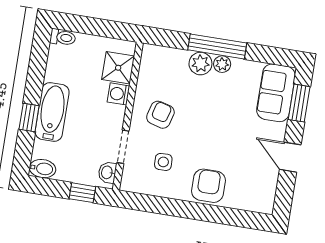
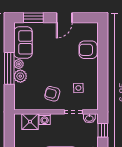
sofa: (276, 93) -> (23, 42), moved, turned -90
armchair: (208, 186) -> (88, 50), moved

